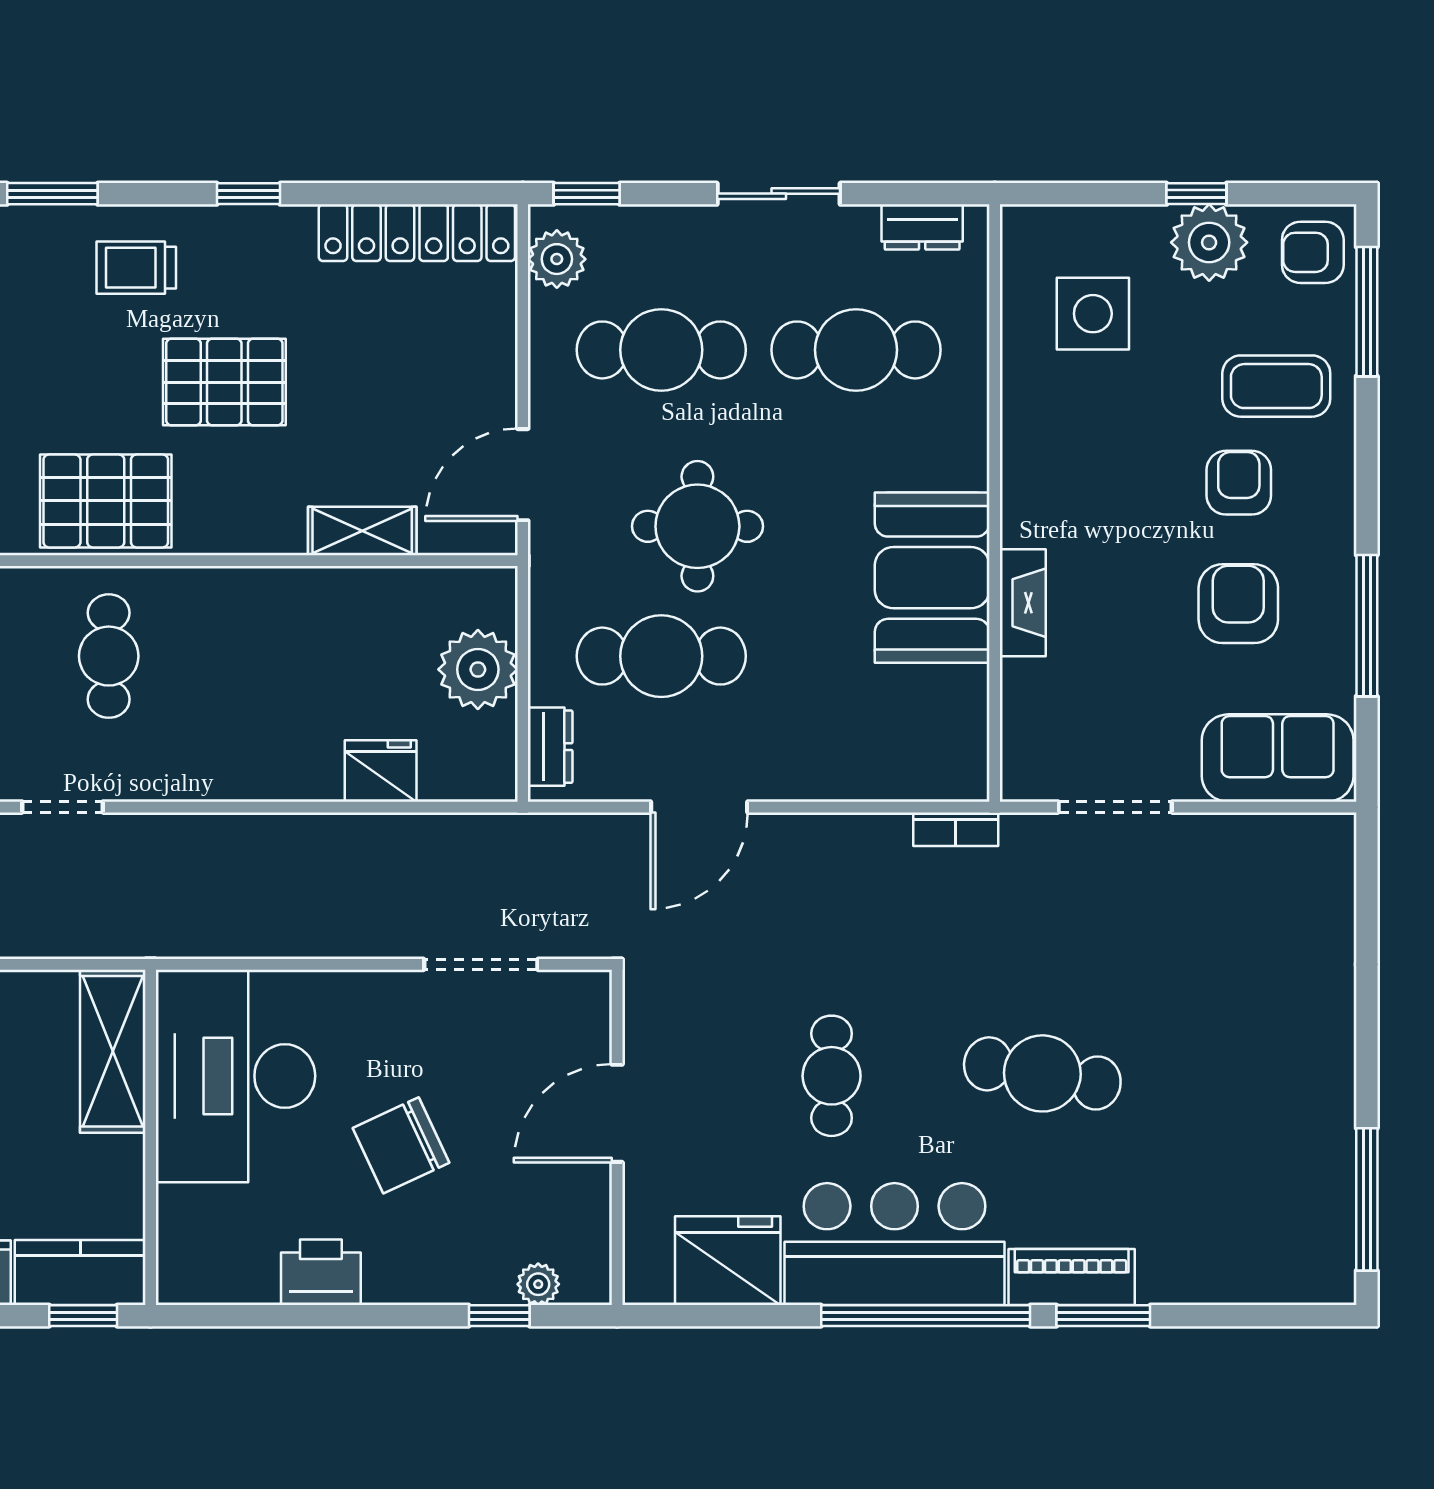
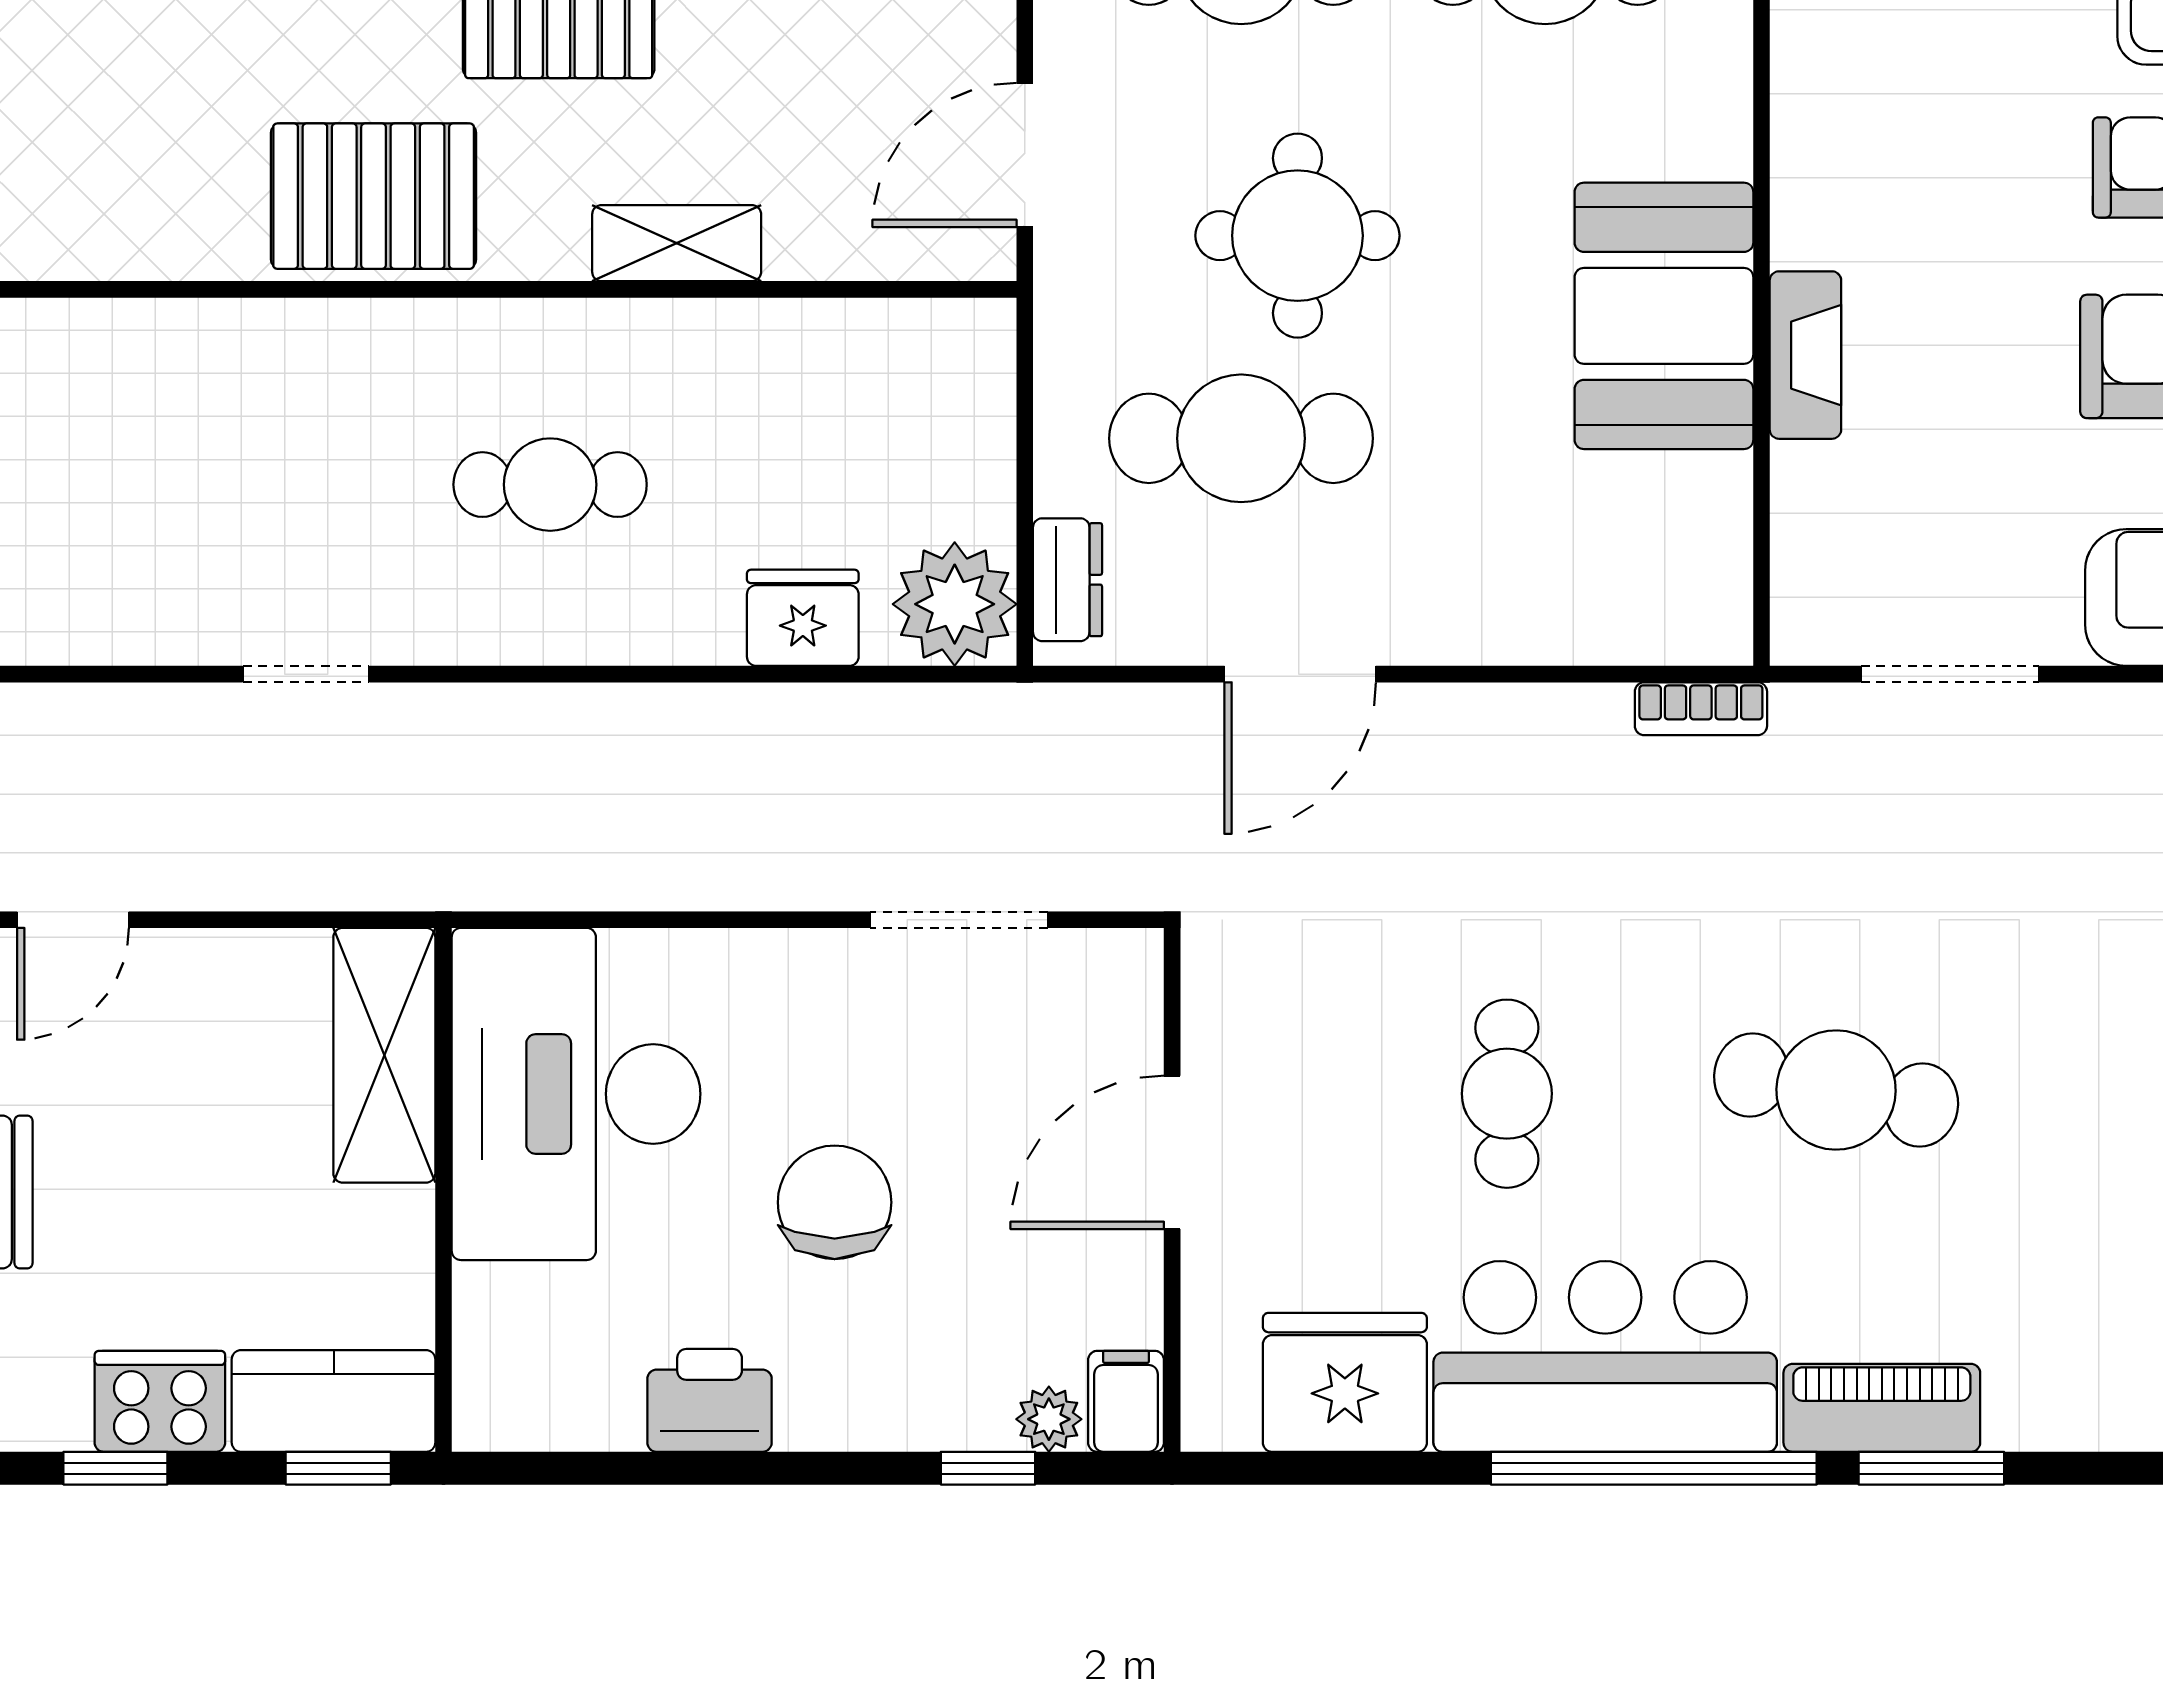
shelving: (362, 531) -> (677, 243), moved
cafe table: (109, 656) -> (550, 485), moved, turned 90
plant: (478, 669) -> (955, 604), moved
chair: (401, 1145) -> (835, 1202), turned 115
filing cabinet: (588, 1273) -> (1126, 1401), added

